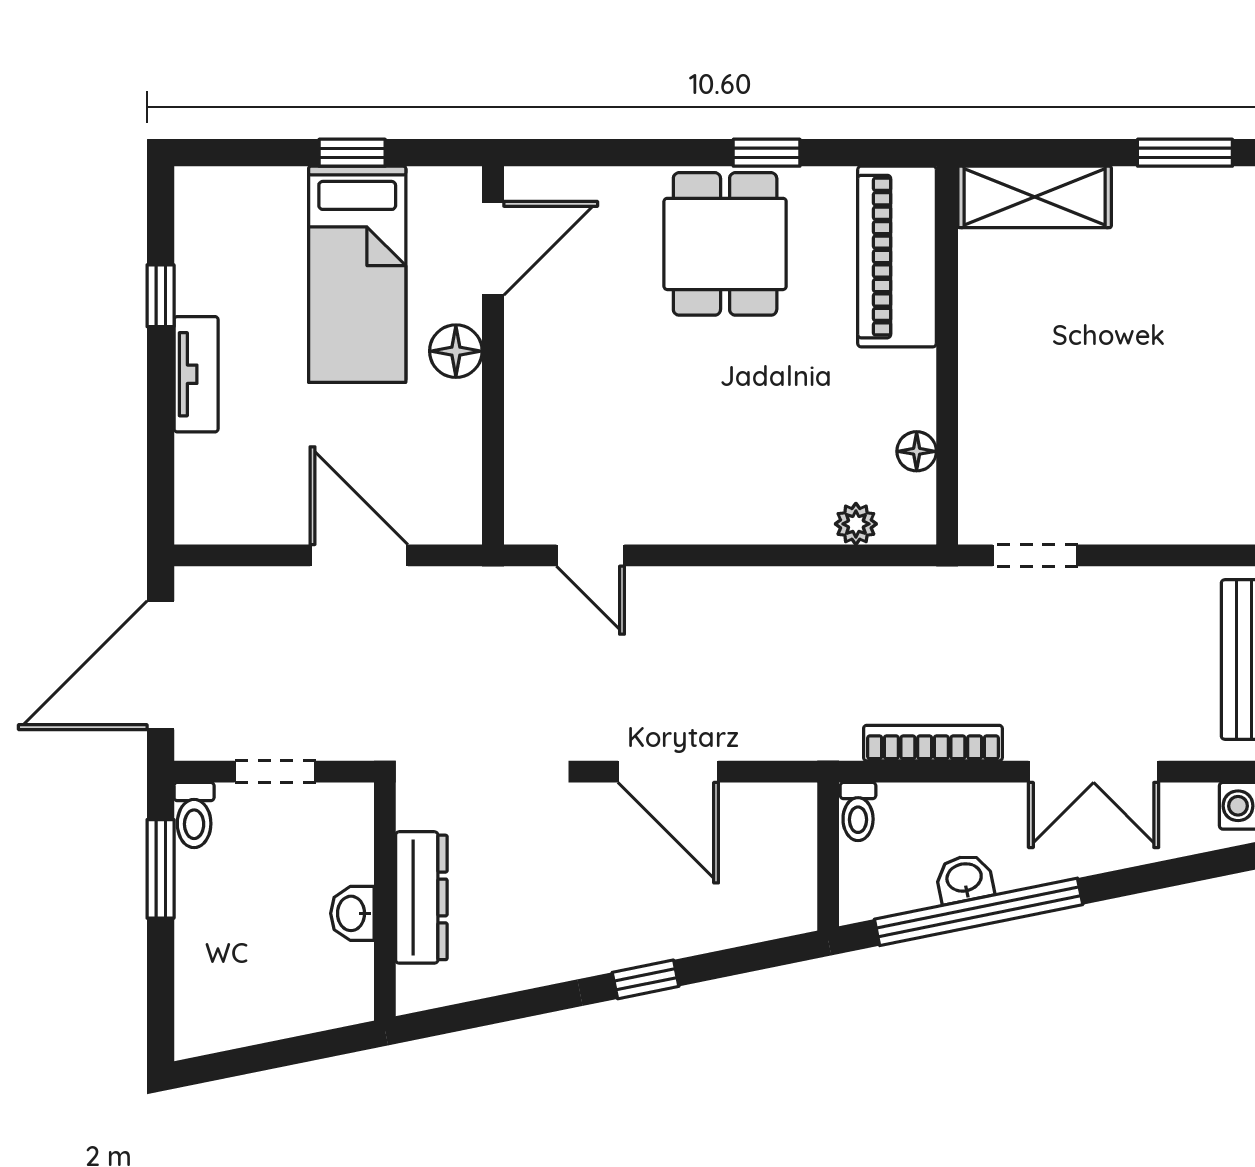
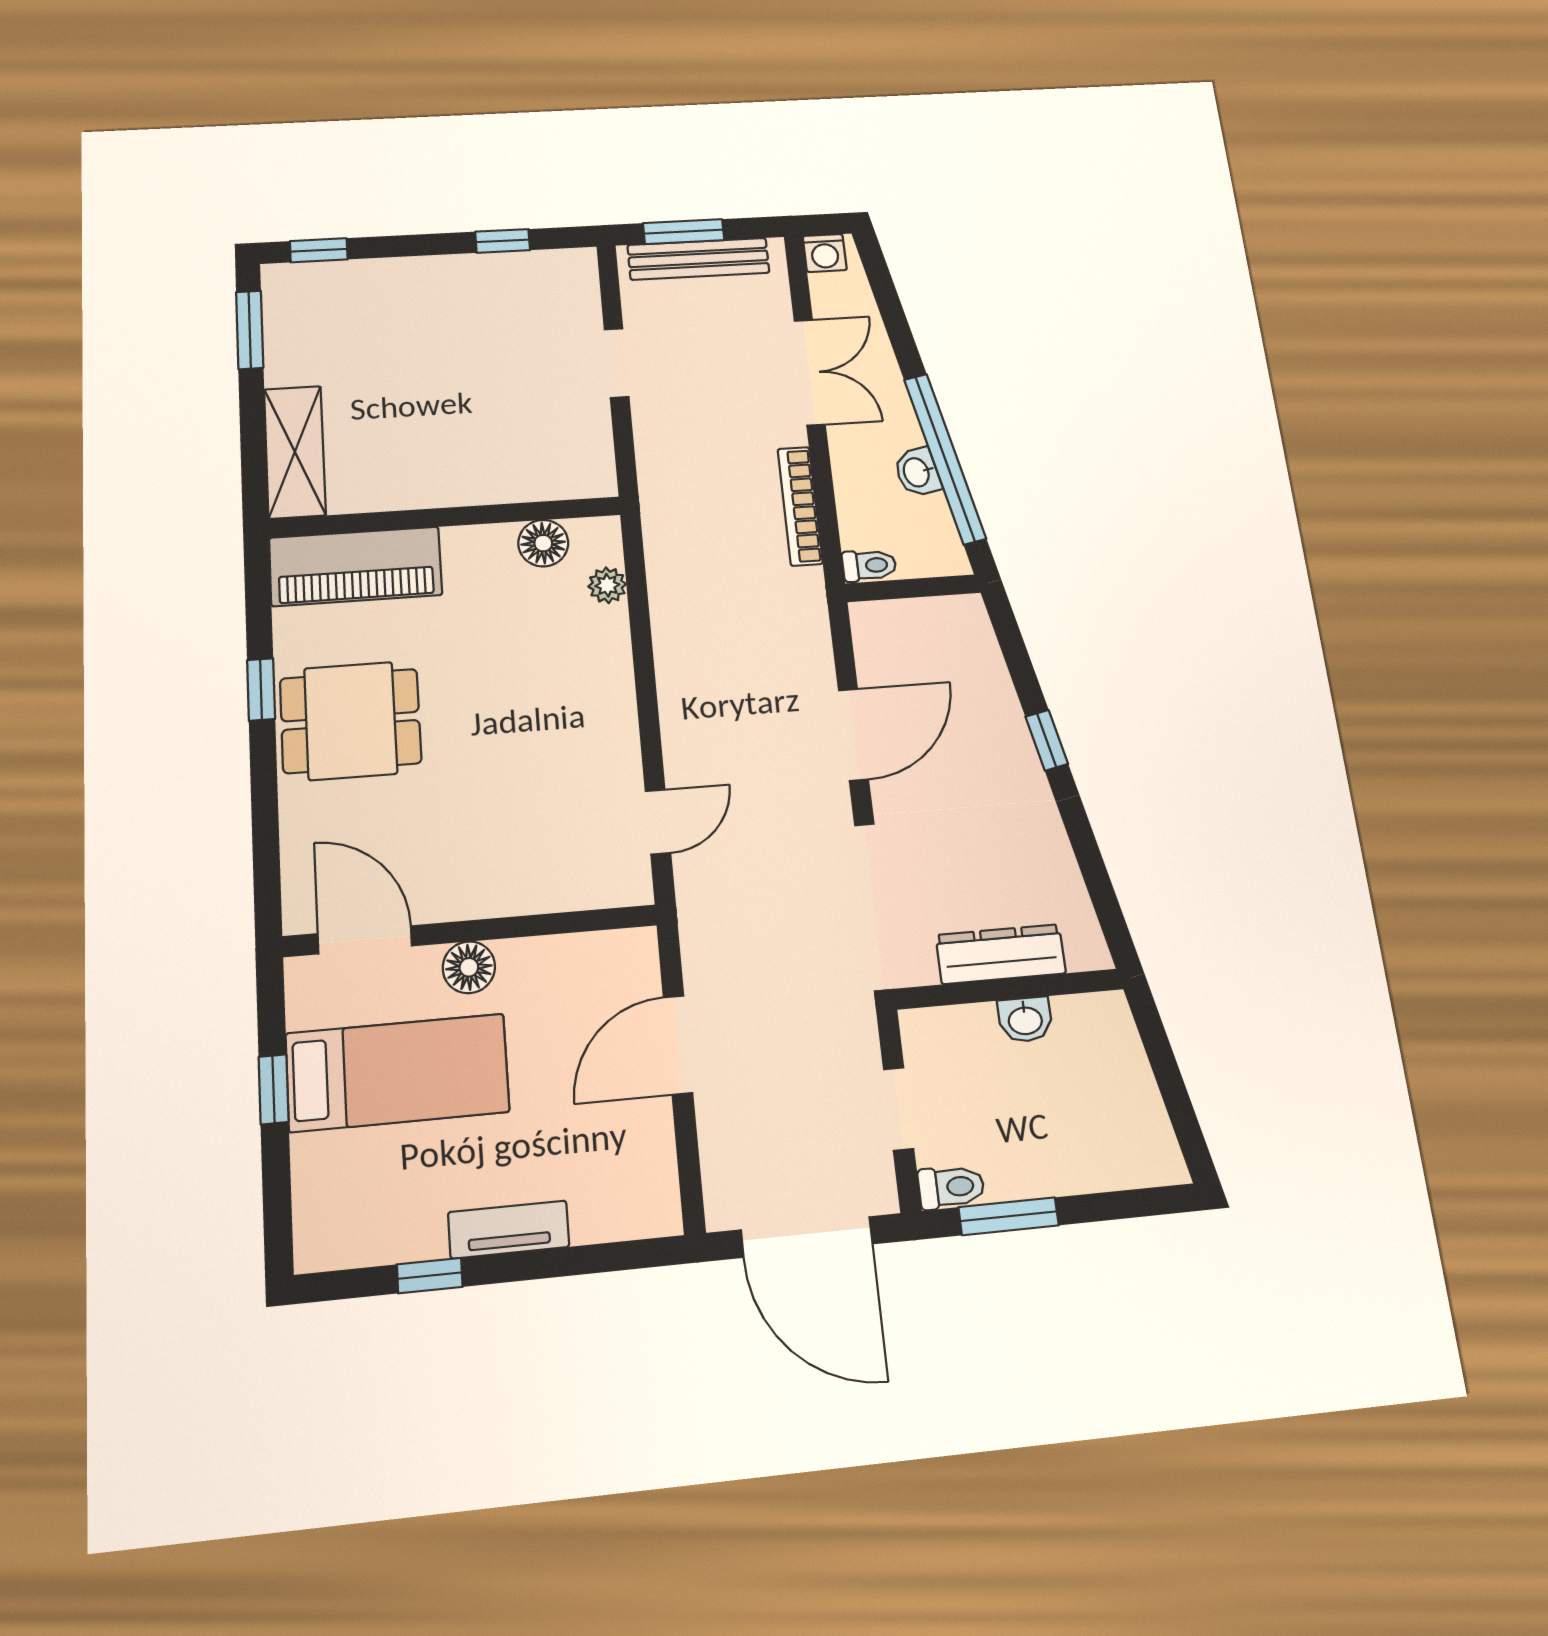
floor lamp: (917, 451) -> (543, 543), width x1.37, depth x1.37
doorway: (1035, 555) -> (617, 363), moved

